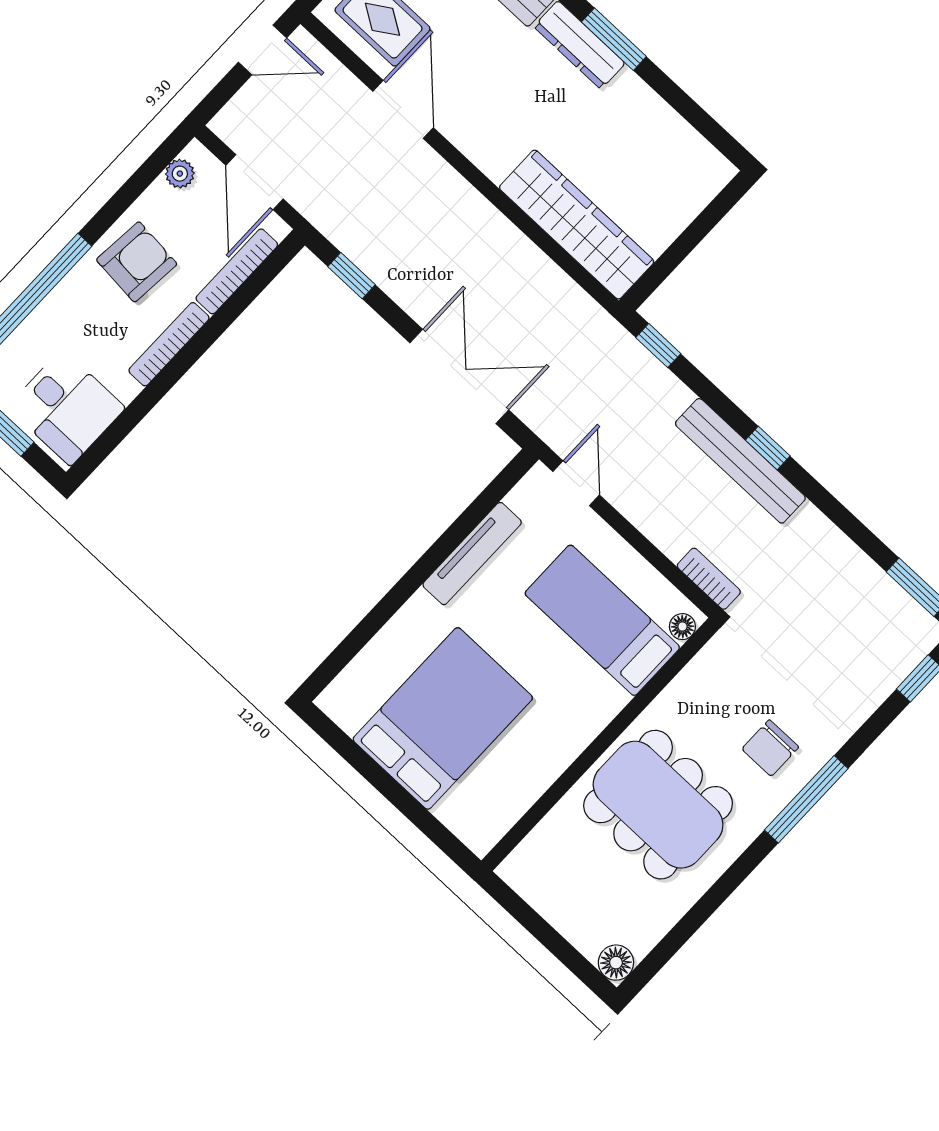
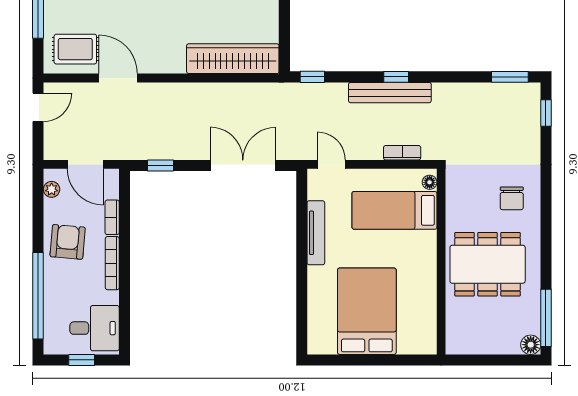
bookcase: (237, 271) -> (112, 217), width x0.64
bookcase: (709, 579) -> (402, 153), moved
window: (806, 799) -> (546, 318), moved

